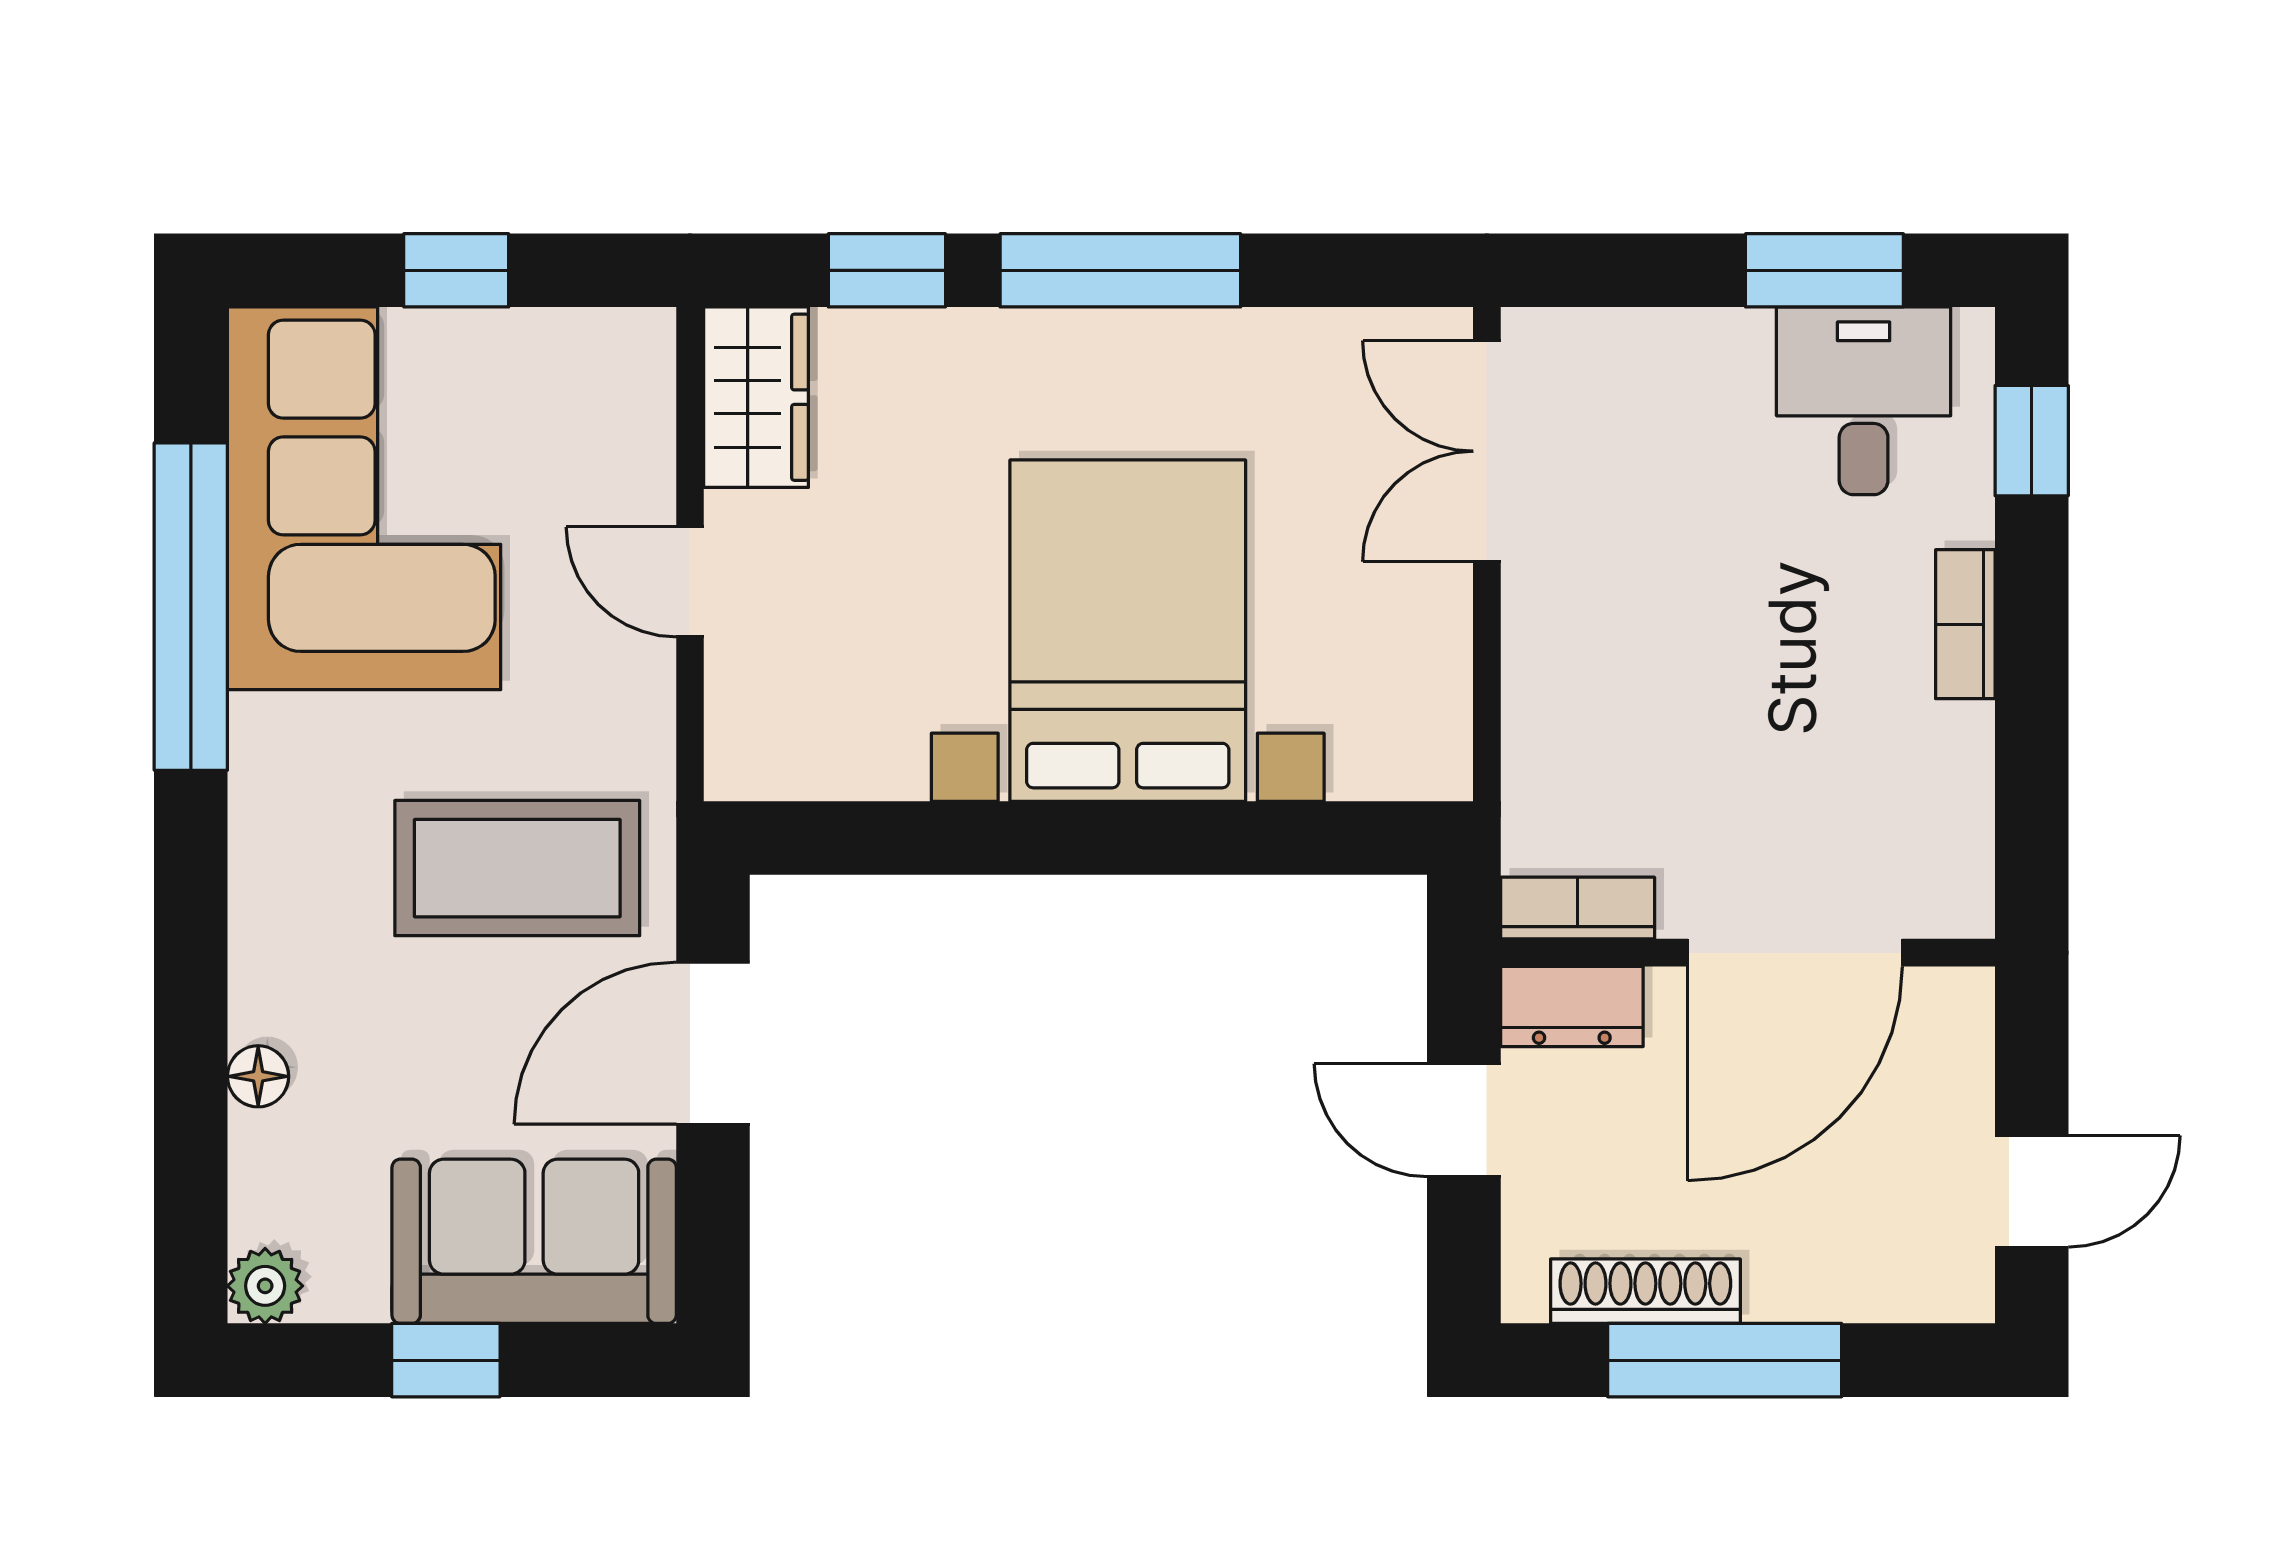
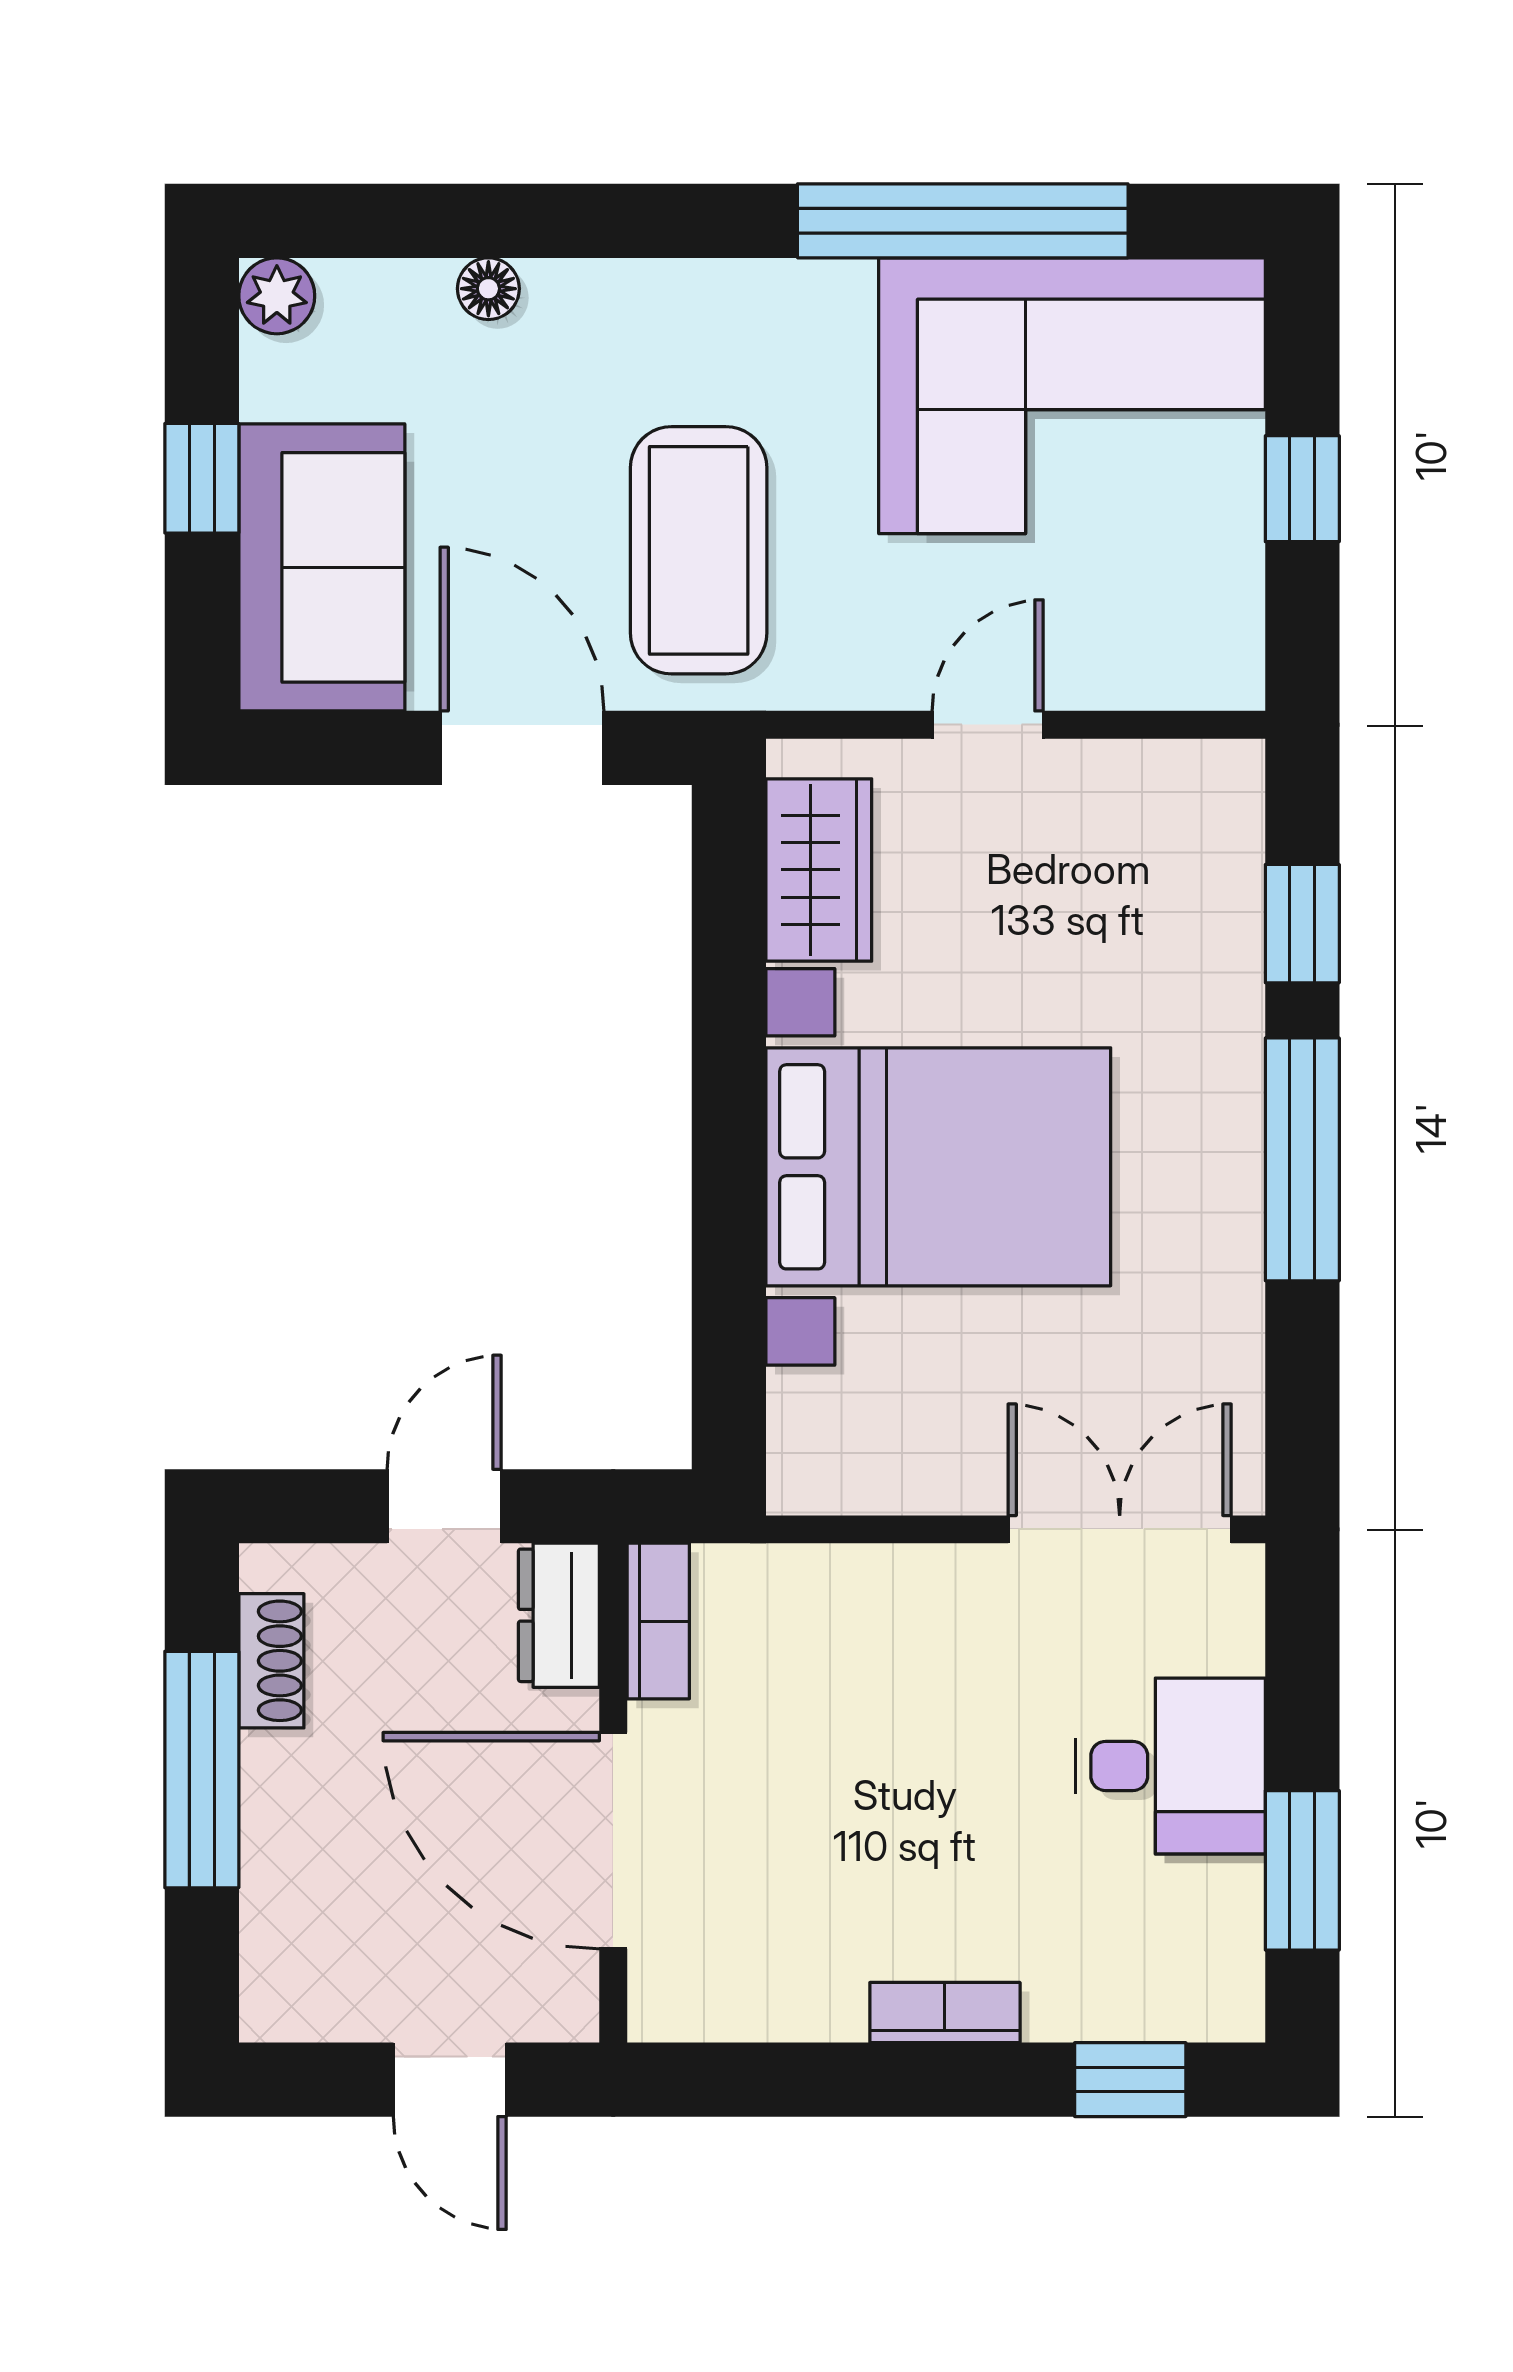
wardrobe: (756, 397) -> (819, 870), moved, turned -90
desk: (1864, 401) -> (1170, 1766), moved
door: (2032, 1191) -> (450, 2080), moved
shoe rack: (1645, 1291) -> (271, 1661), width x0.70

